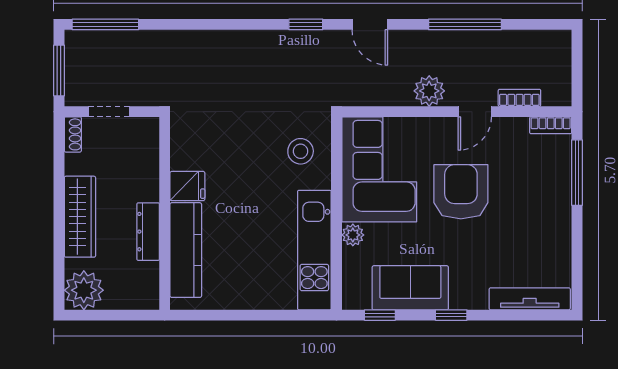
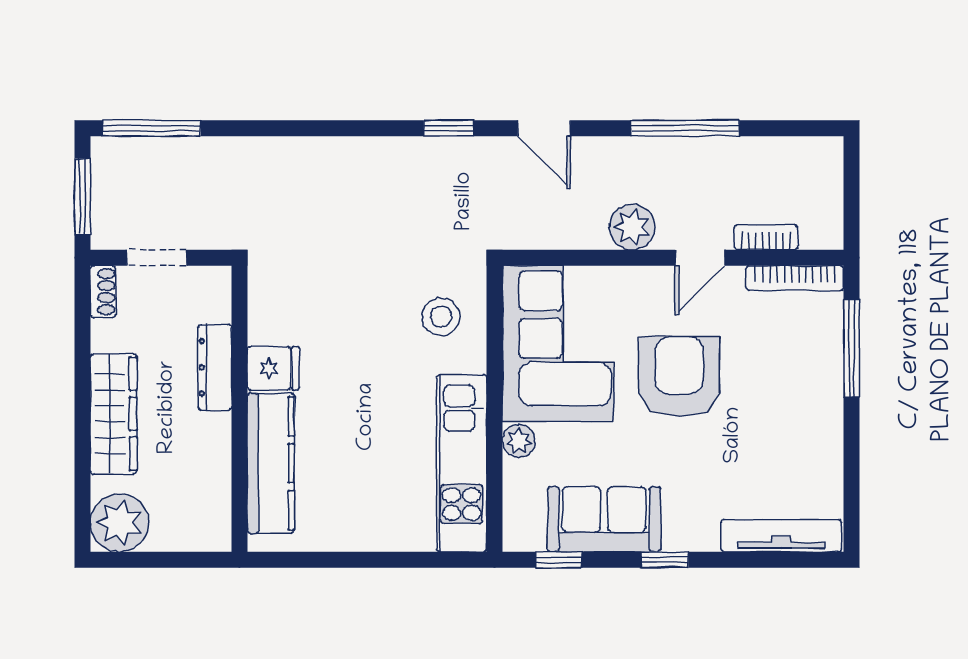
bookcase: (551, 125) -> (795, 278), width x1.56
dresser: (148, 232) -> (215, 367), moved

